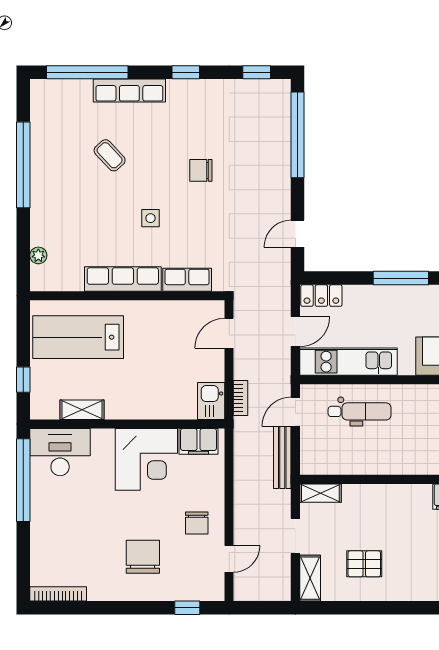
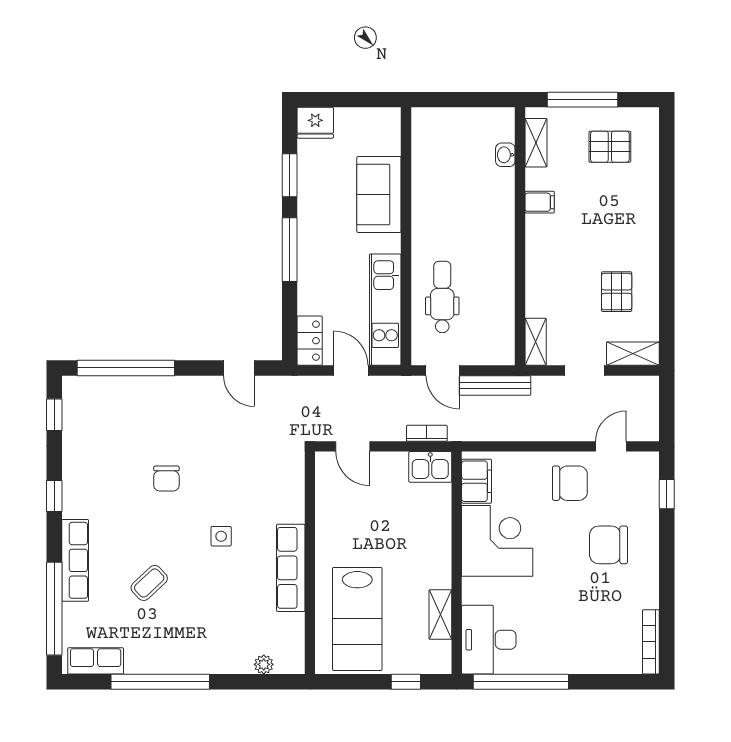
row of seats: (187, 280) -> (96, 661), moved, turned 90
chair: (197, 523) -> (570, 483), width x1.37, depth x1.37
door: (229, 559) -> (611, 446), hinge flipped

